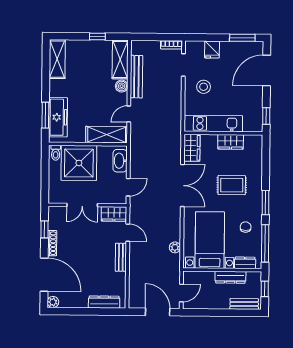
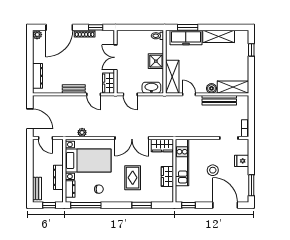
window: (97, 36) -> (251, 50), moved
shelving: (57, 59) -> (219, 36), moved
stool: (204, 87) -> (213, 170), moved
shower: (79, 163) -> (156, 61), width x0.54, depth x0.54
window: (266, 203) -> (142, 205), moved
door: (128, 233) -> (94, 94), hinge flipped
door: (158, 312) -> (30, 119), hinge flipped

